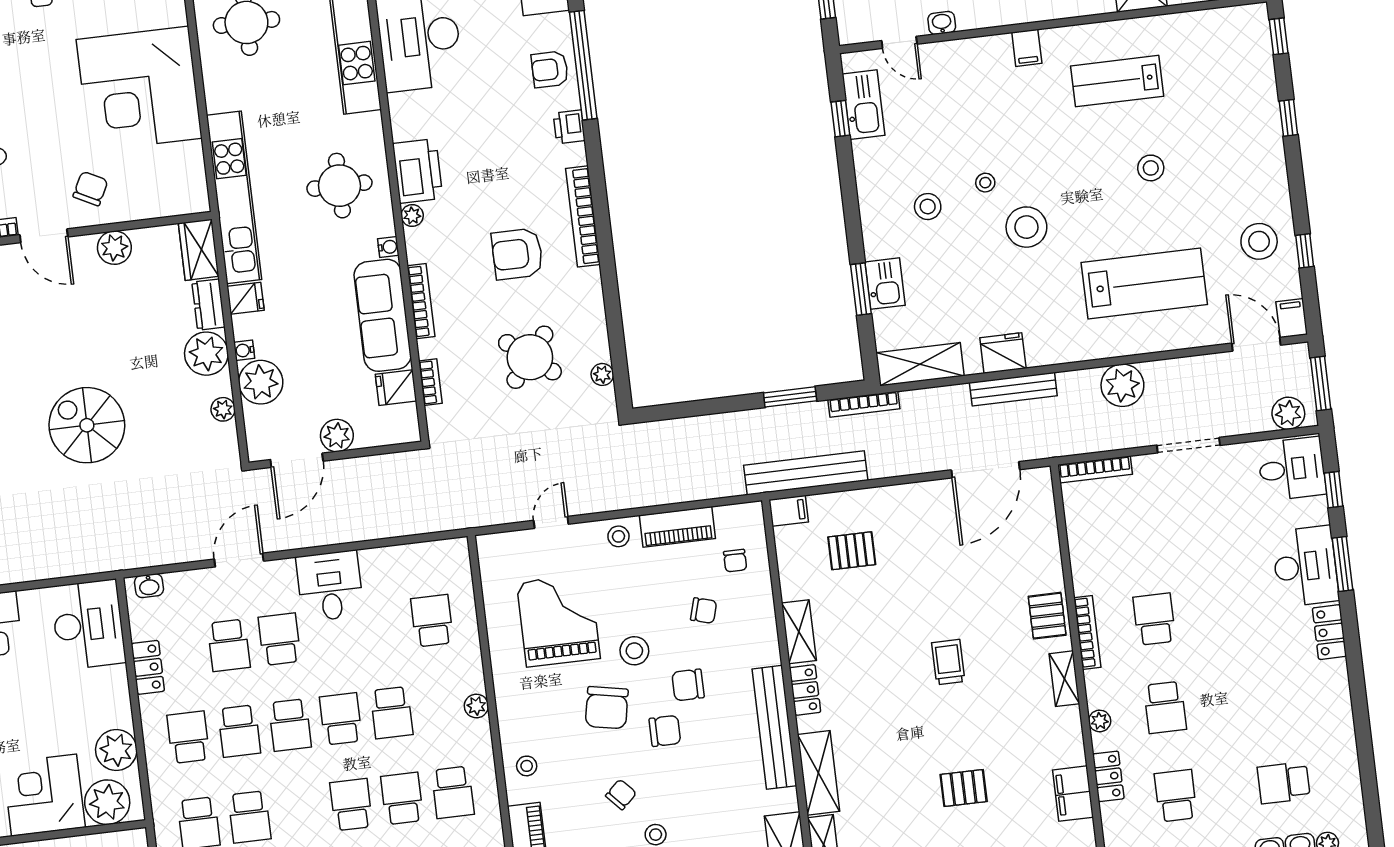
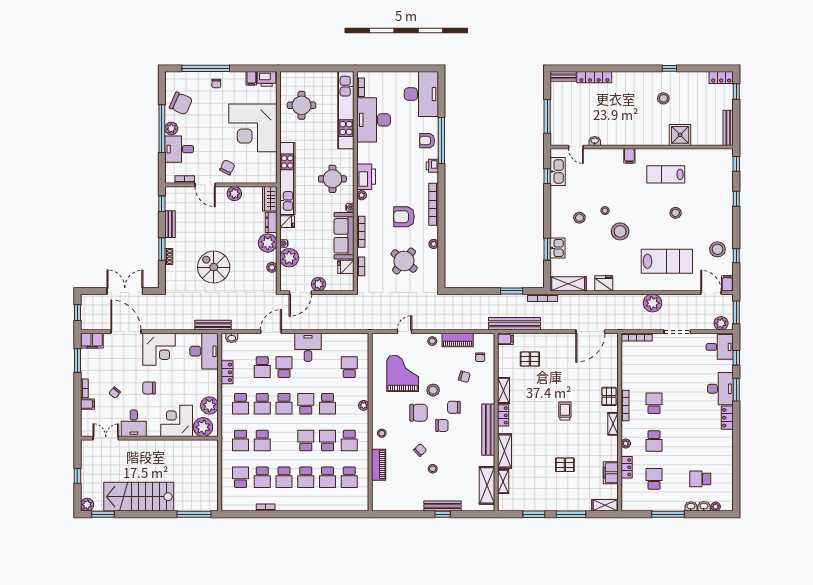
plant: (602, 374) -> (434, 244), moved
bench: (1013, 389) -> (213, 325), moved
chair: (607, 708) -> (419, 413), turned -101
school desk: (188, 737) -> (241, 404), turned 180

